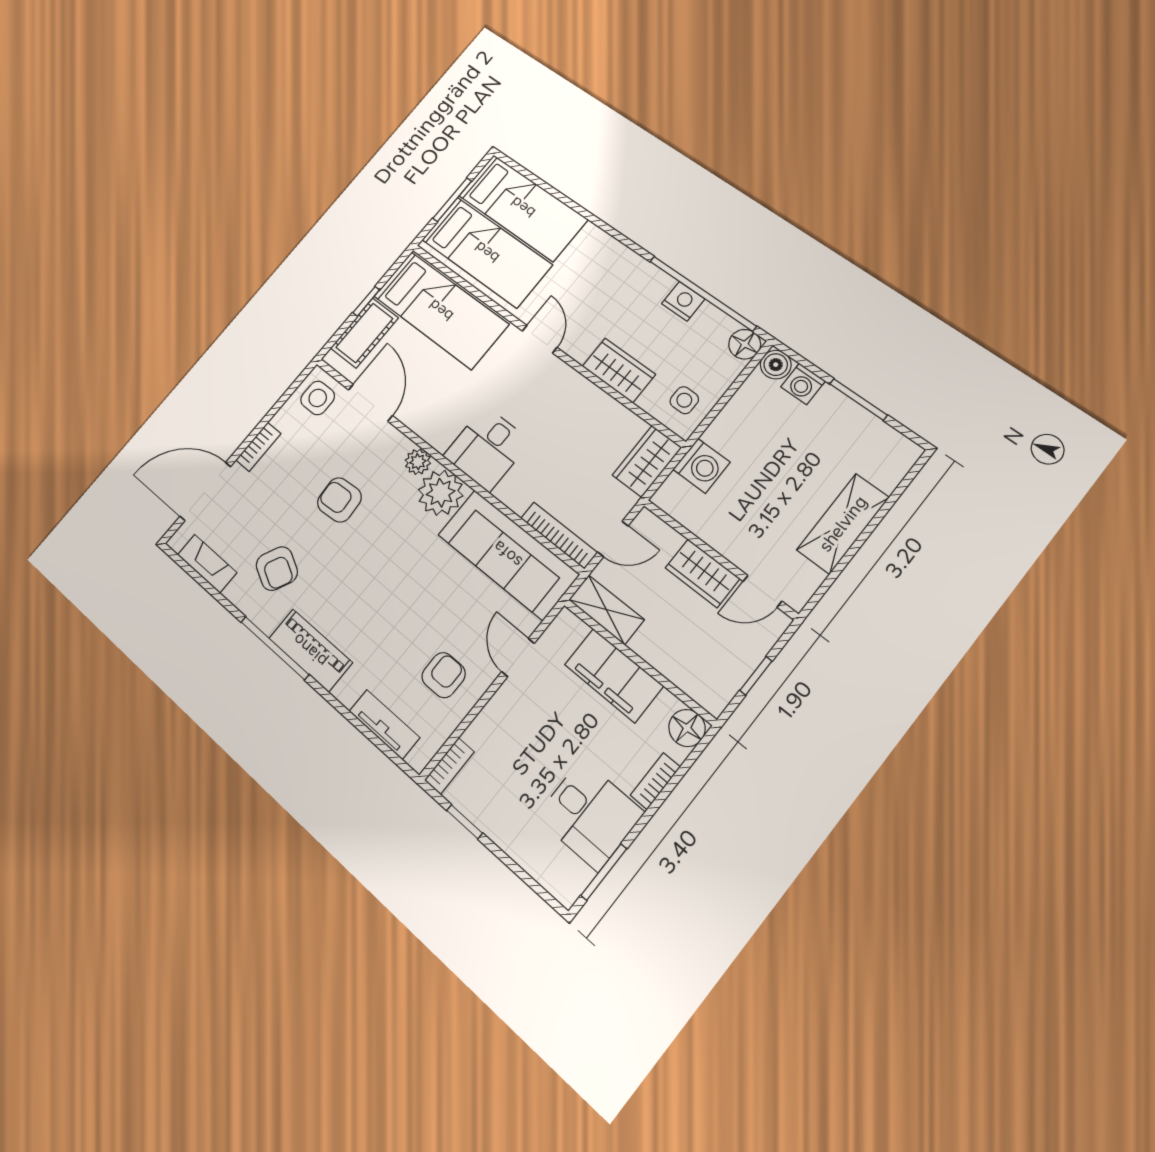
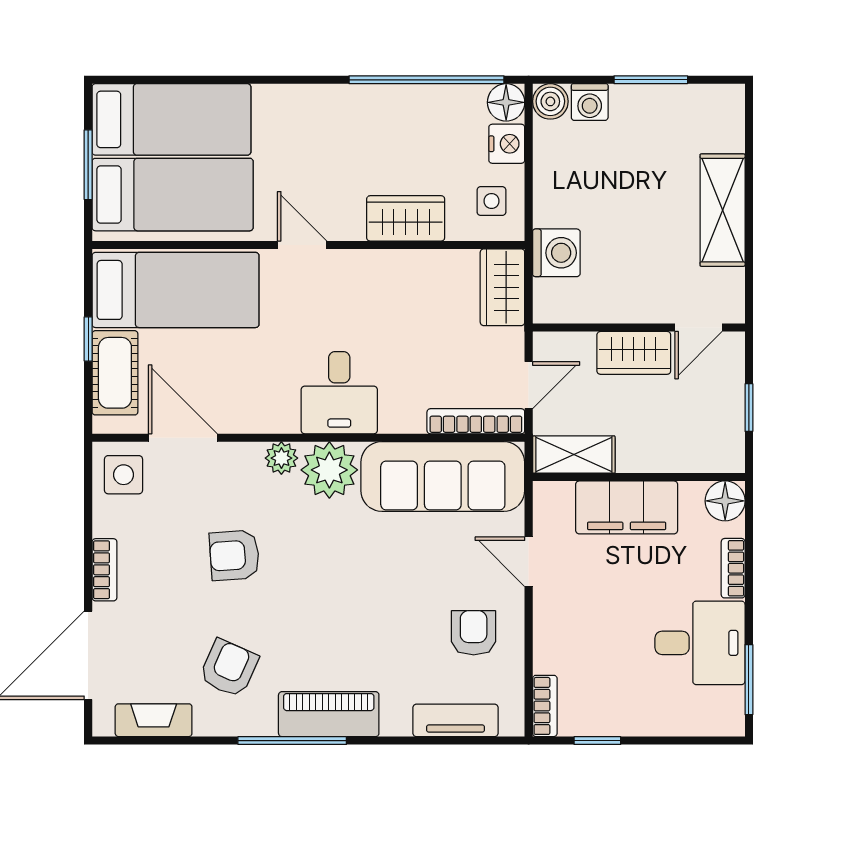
nightstand: (683, 301) -> (507, 144), moved, turned 90
armchair: (277, 569) -> (229, 668), turned -93

